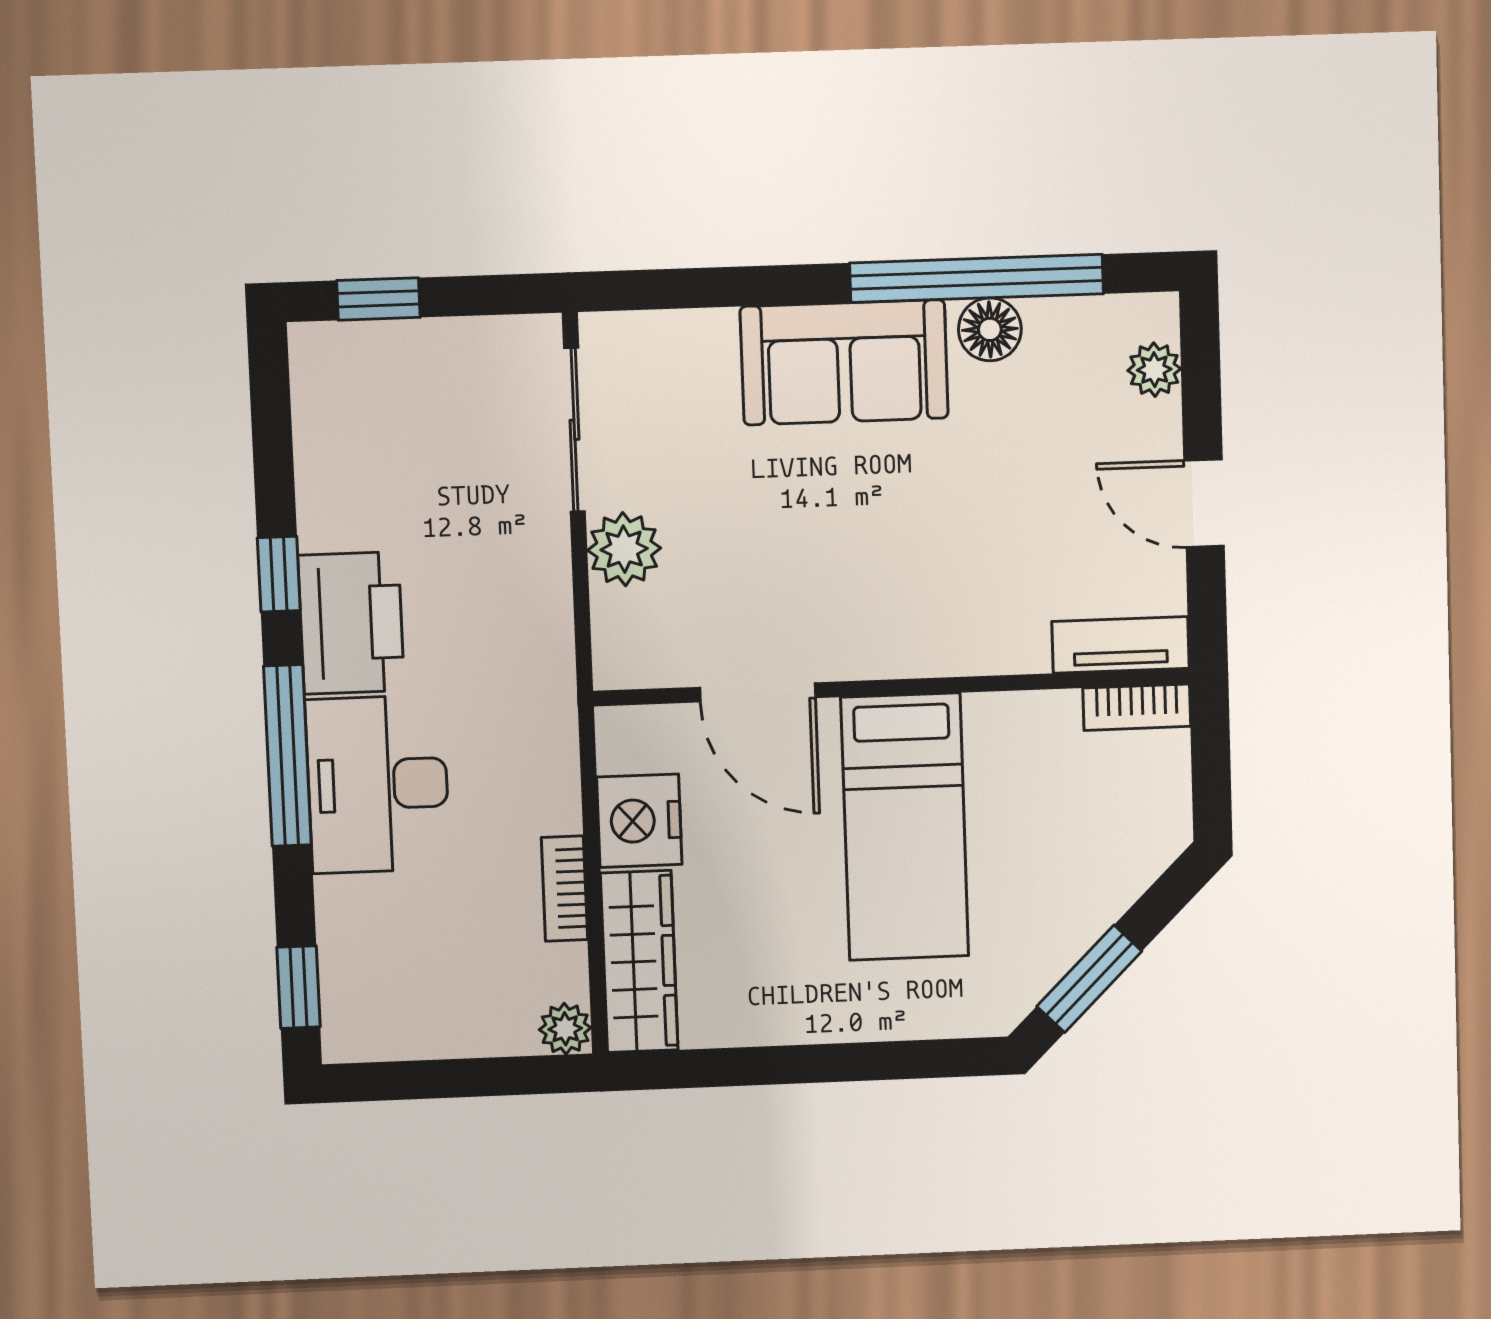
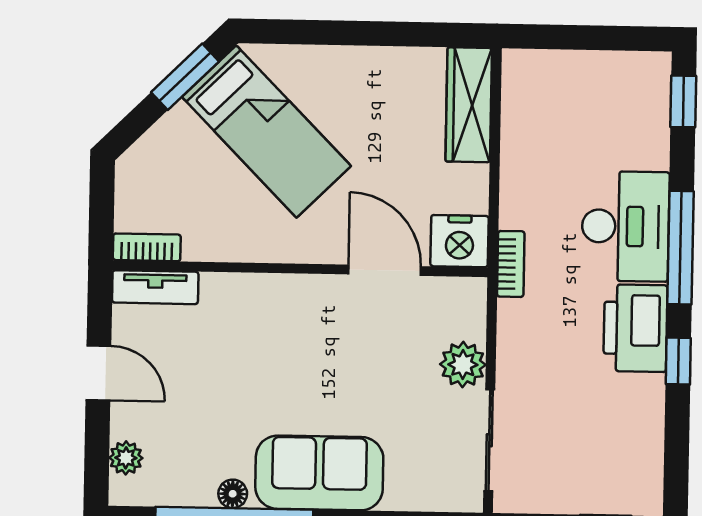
floor lamp: (990, 329) -> (233, 494), width x0.73, depth x0.73
nightstand: (639, 821) -> (460, 241), moved, turned 90
bed: (905, 827) -> (266, 131), moved, turned 135
bookcase: (564, 889) -> (511, 264), moved
plant: (565, 1029) -> (518, 65), removed

